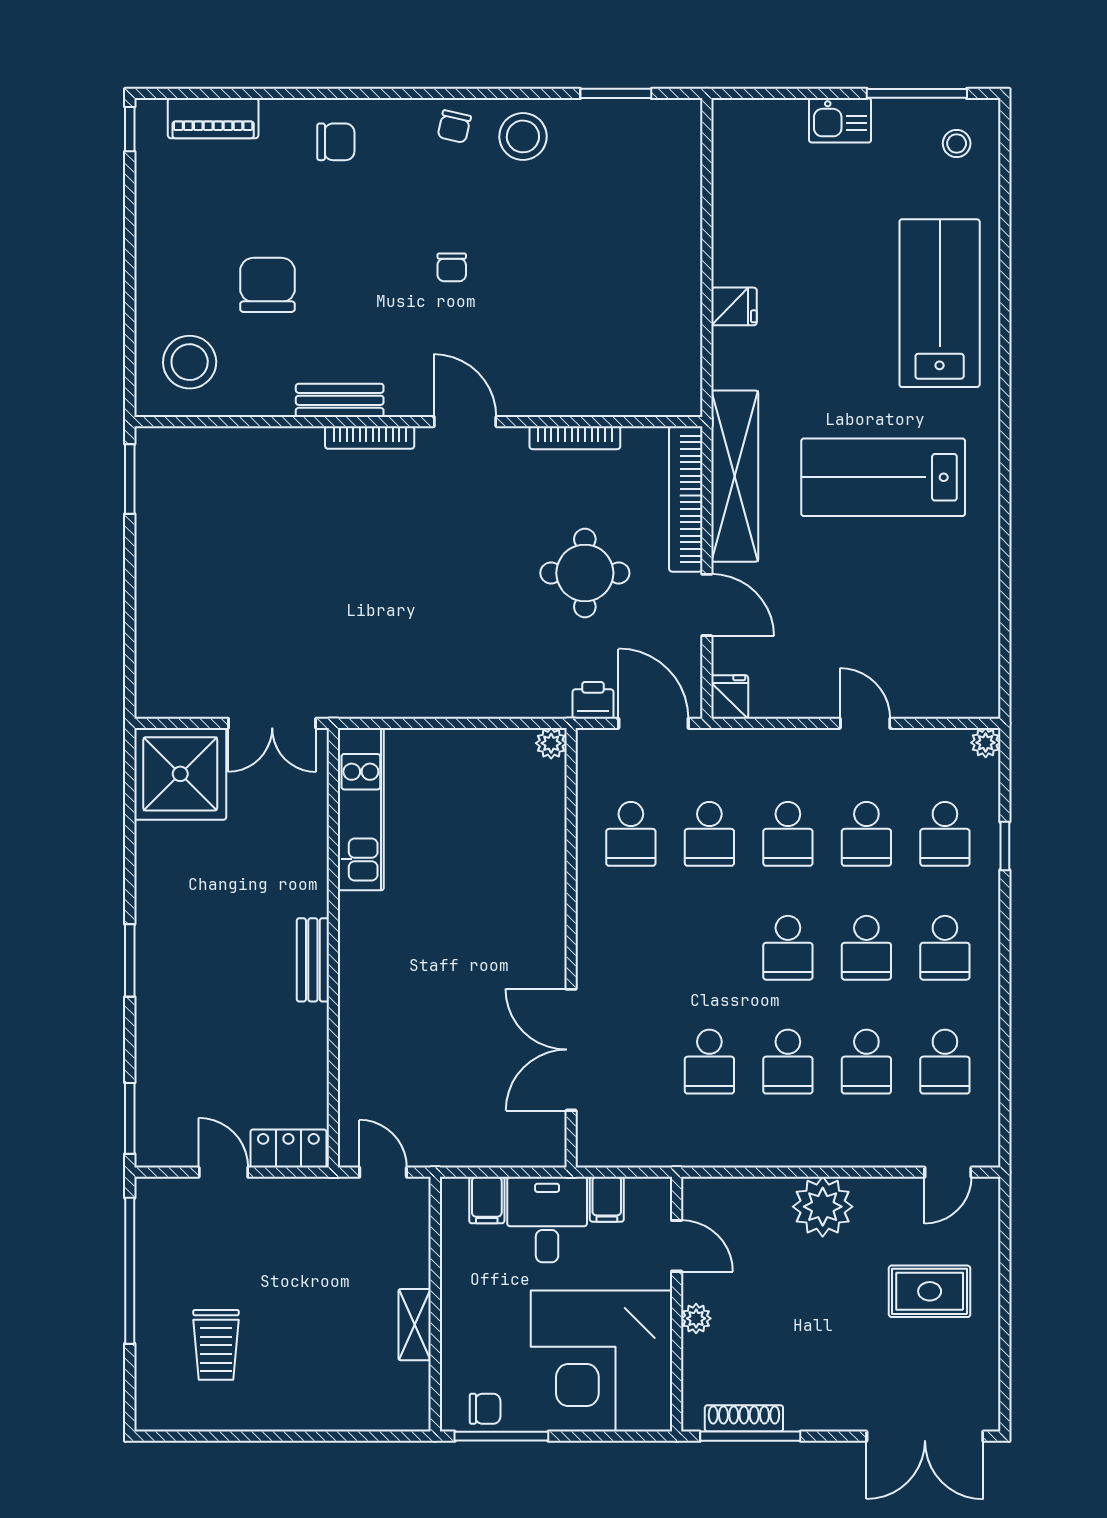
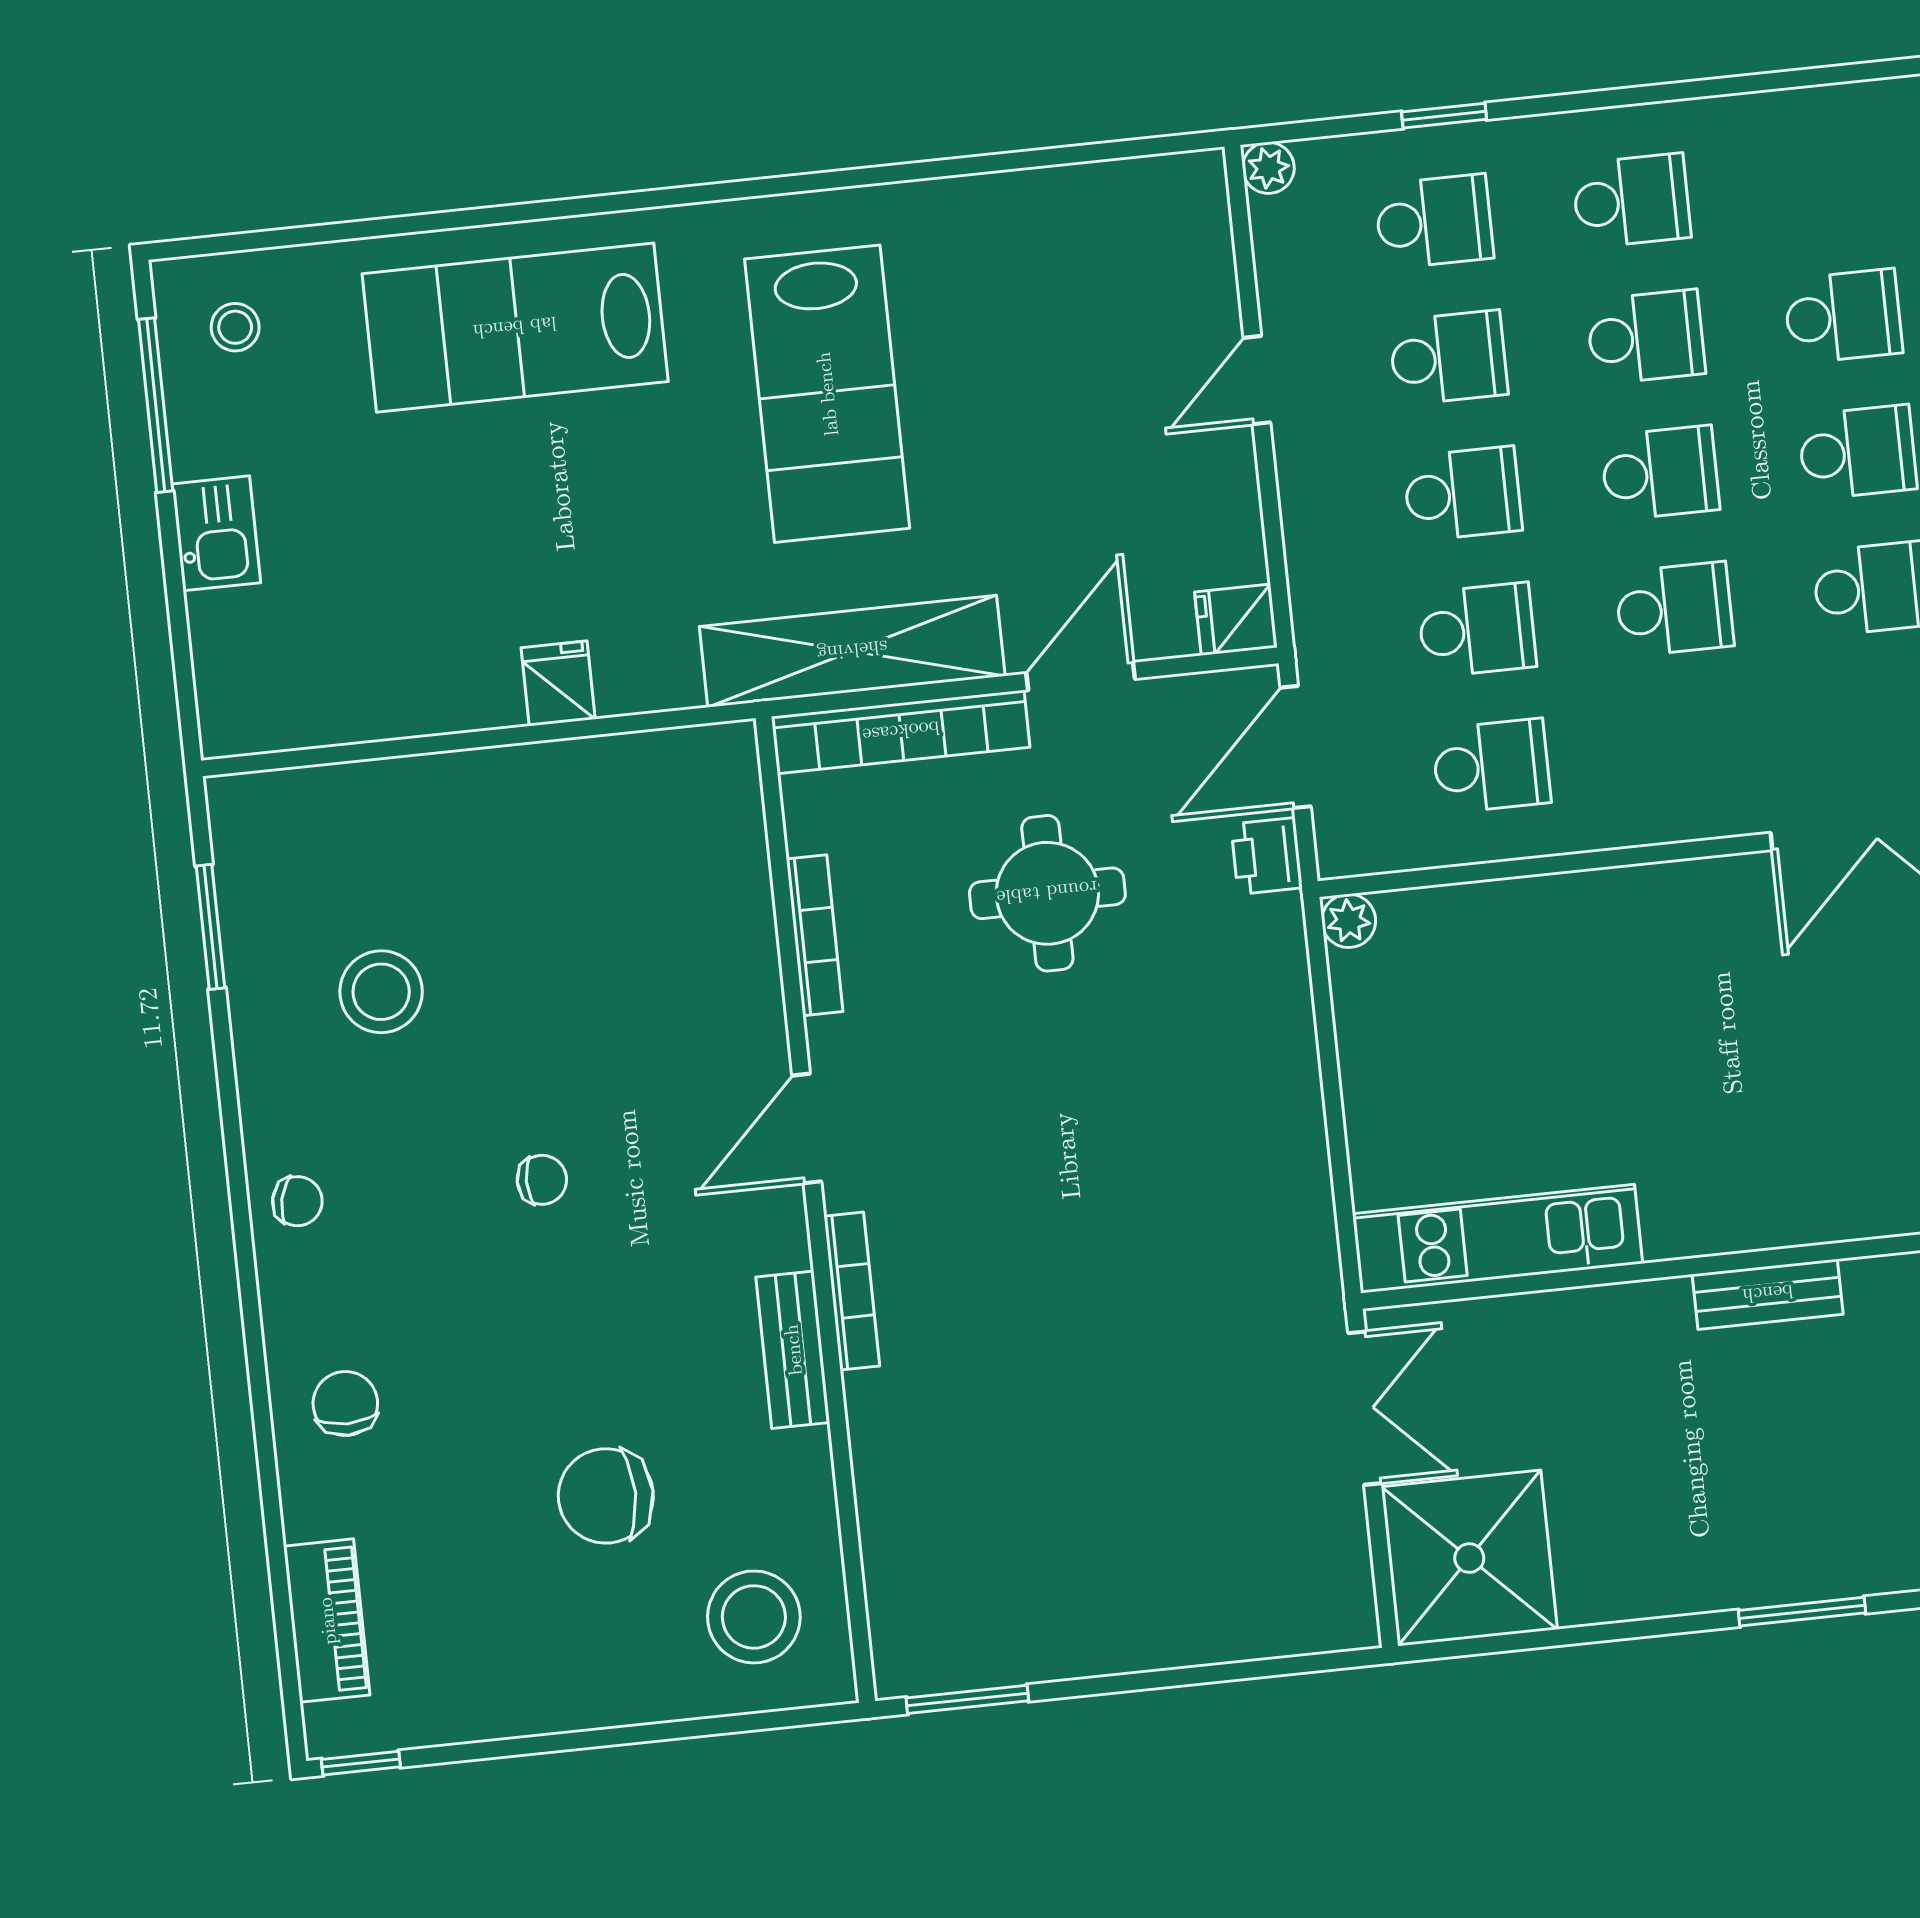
stool: (523, 136) -> (381, 992), moved
school desk: (945, 1062) -> (1674, 609), moved

